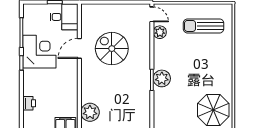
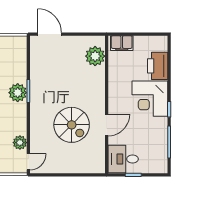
door: (152, 14) -> (28, 162), swing flipped
corner desk: (39, 52) -> (150, 99), moved
printer: (29, 103) -> (158, 66), width x1.87, depth x1.48

